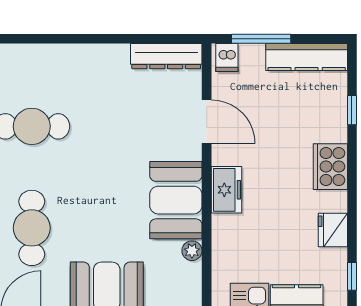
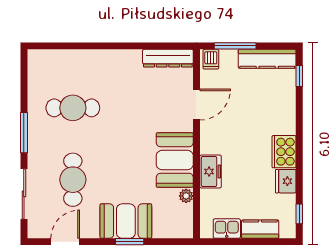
window: (352, 110) -> (299, 76), moved
door: (207, 122) -> (196, 105), hinge flipped
cooker: (330, 167) -> (284, 152), moved
freezer: (226, 190) -> (211, 171), moved

